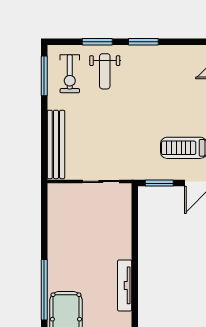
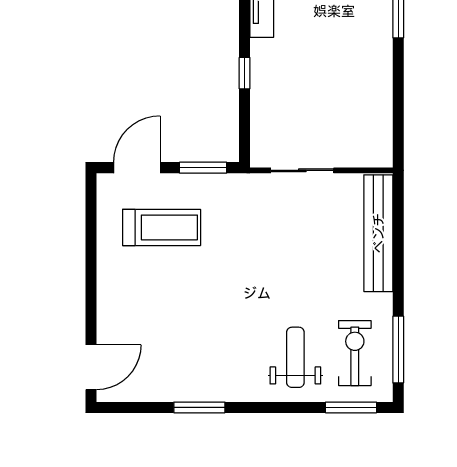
window: (97, 42) -> (351, 407), moved
window: (143, 42) -> (199, 407), moved
window: (135, 239) -> (245, 73), added

